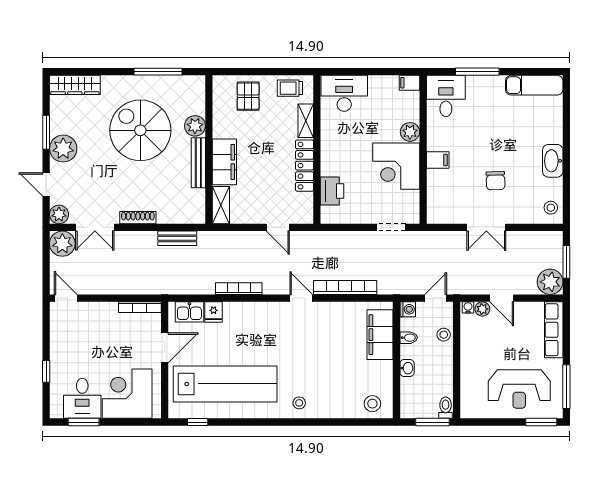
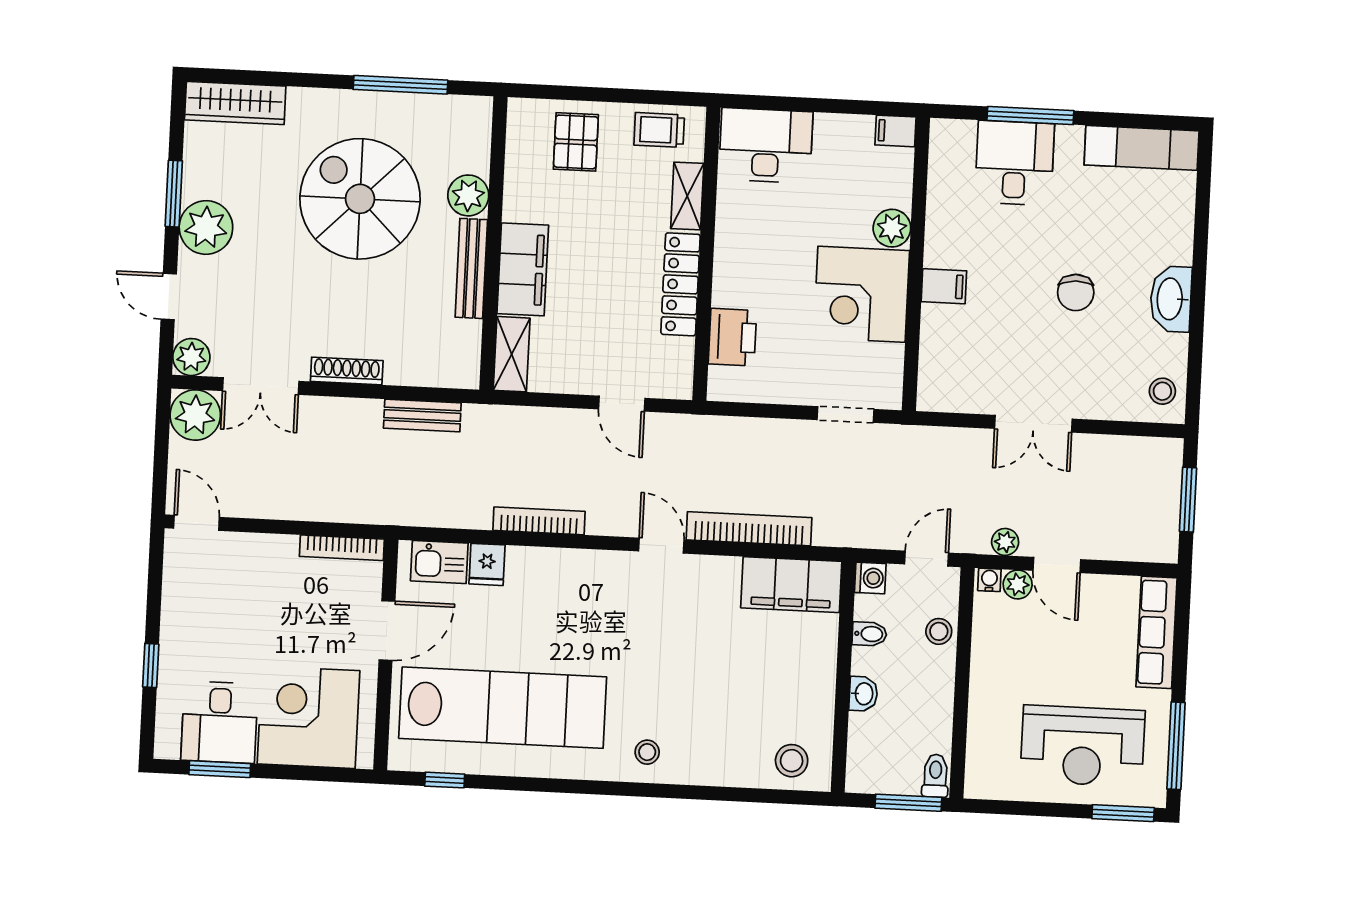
desk: (446, 96) -> (1015, 163), moved
chair: (496, 181) -> (1076, 293), moved
plant: (550, 282) -> (1005, 542), moved, width x0.53, depth x0.53
filing cabinet: (380, 335) -> (791, 585), moved, turned -90

